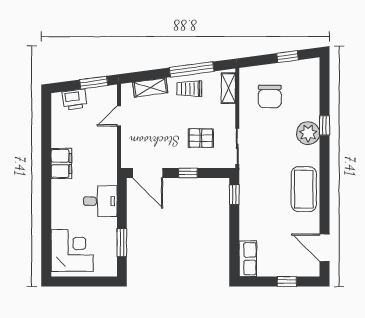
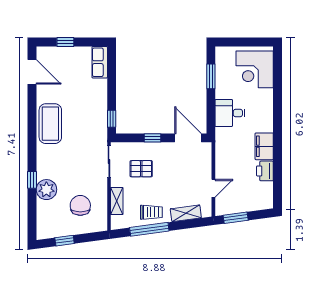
shelving: (228, 88) -> (117, 201), moved
printer: (75, 99) -> (265, 171), moved, turned -82
plant: (308, 133) -> (46, 190), moved

